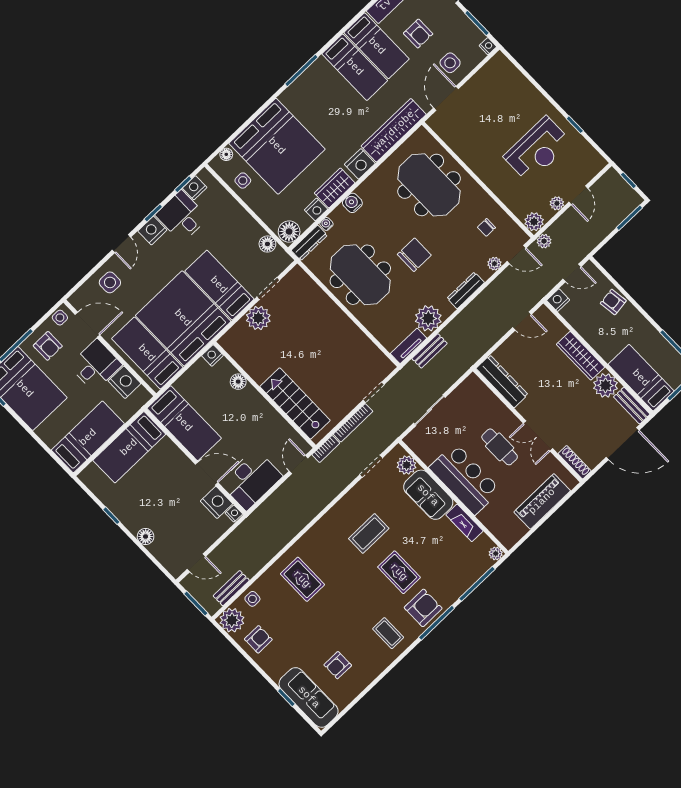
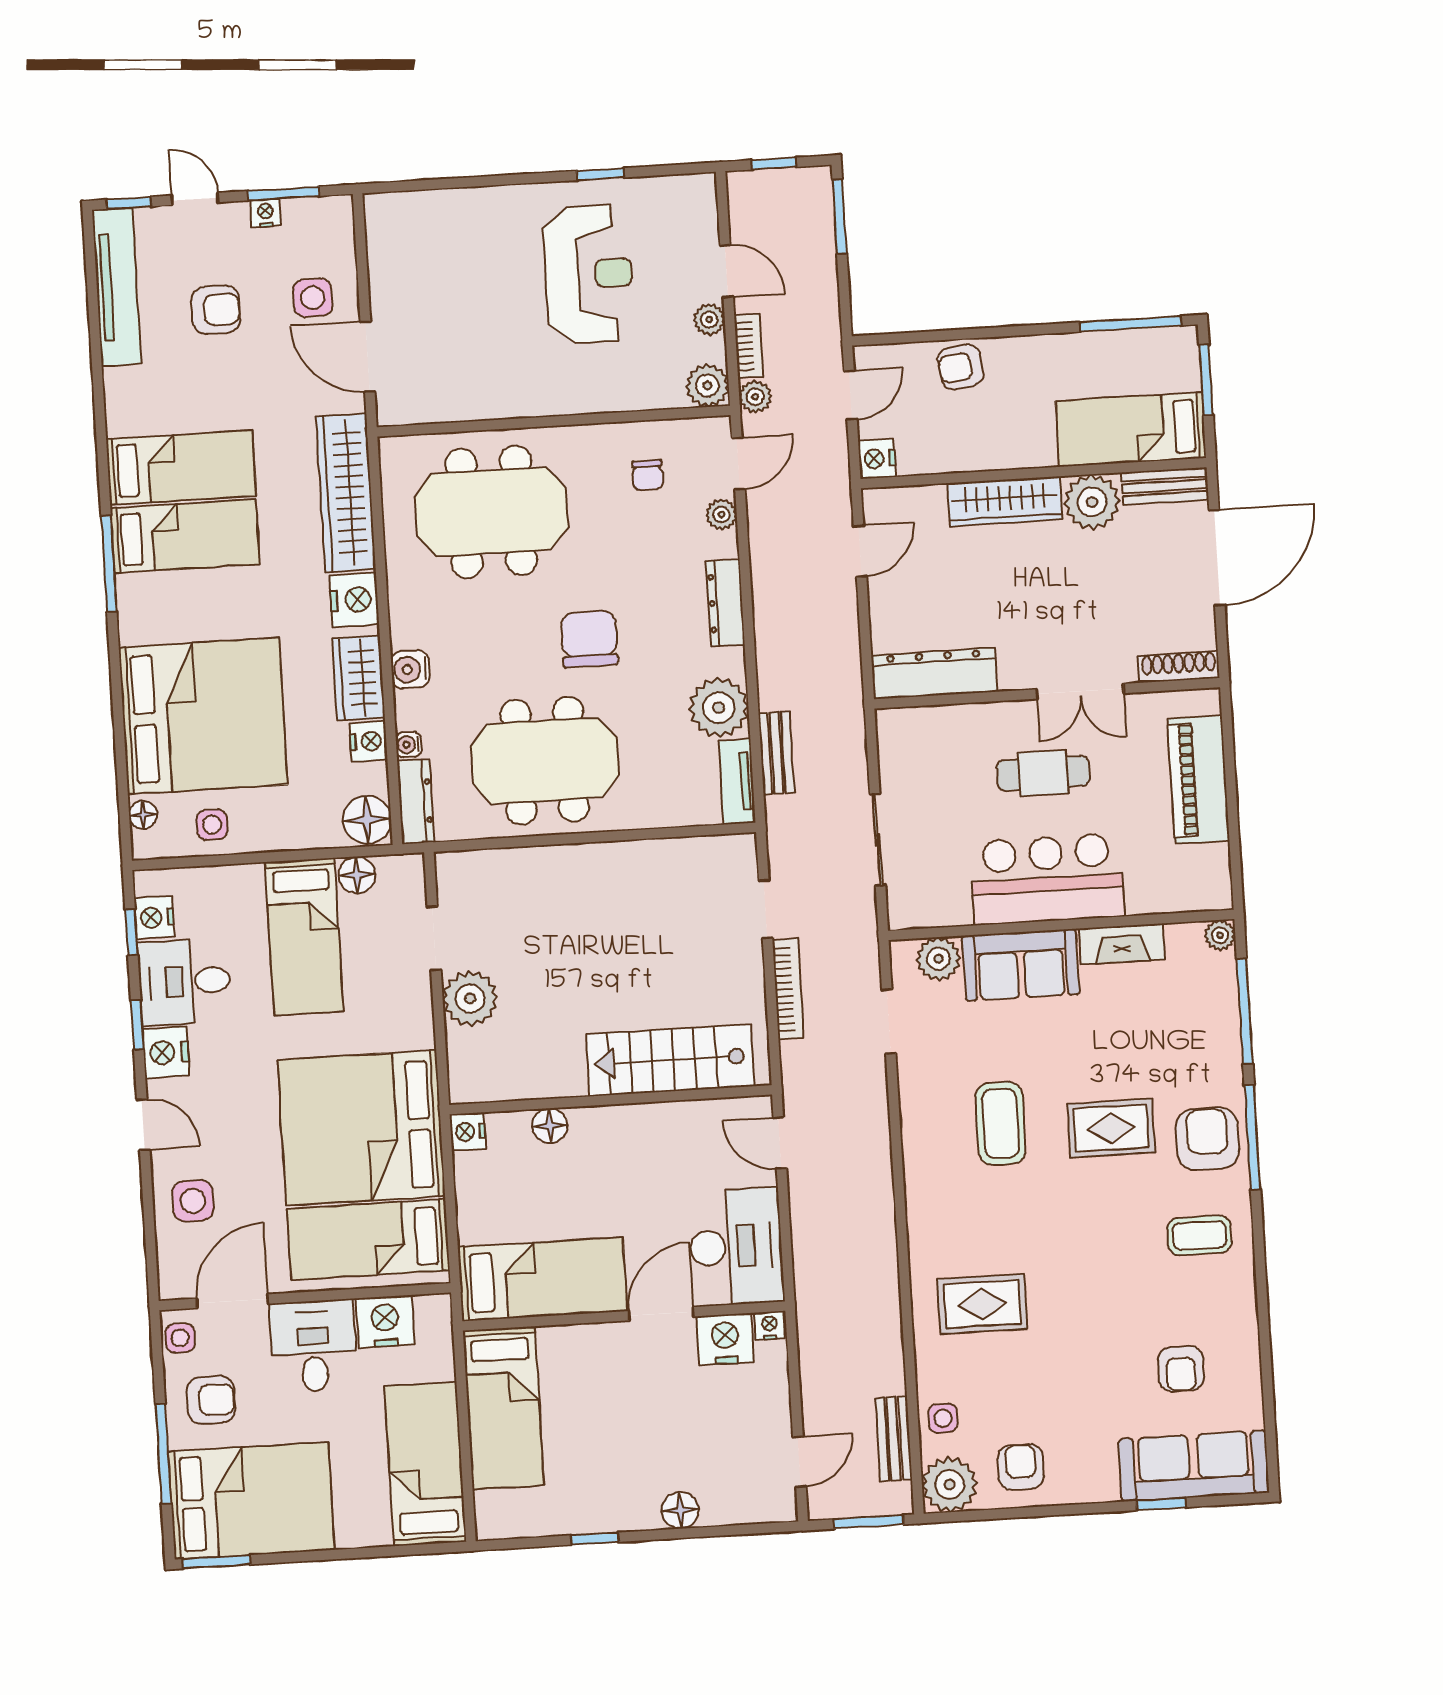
bed: (377, 46) -> (185, 536), moved
nightstand: (488, 46) -> (265, 213), moved
bed: (219, 285) -> (304, 937), moved, turned -90
bookcase: (326, 449) -> (749, 346), moved

